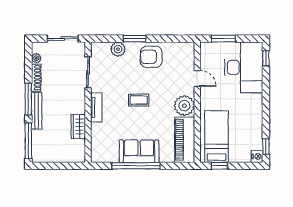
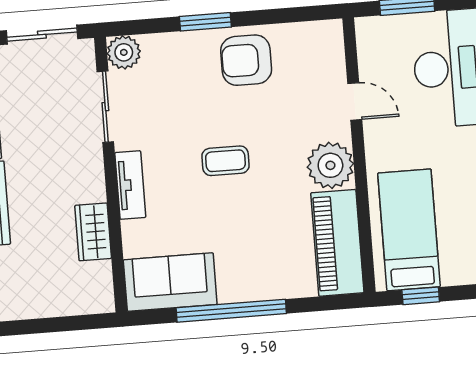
plant: (118, 49) -> (124, 52), moved
sofa: (139, 151) -> (170, 282), moved

